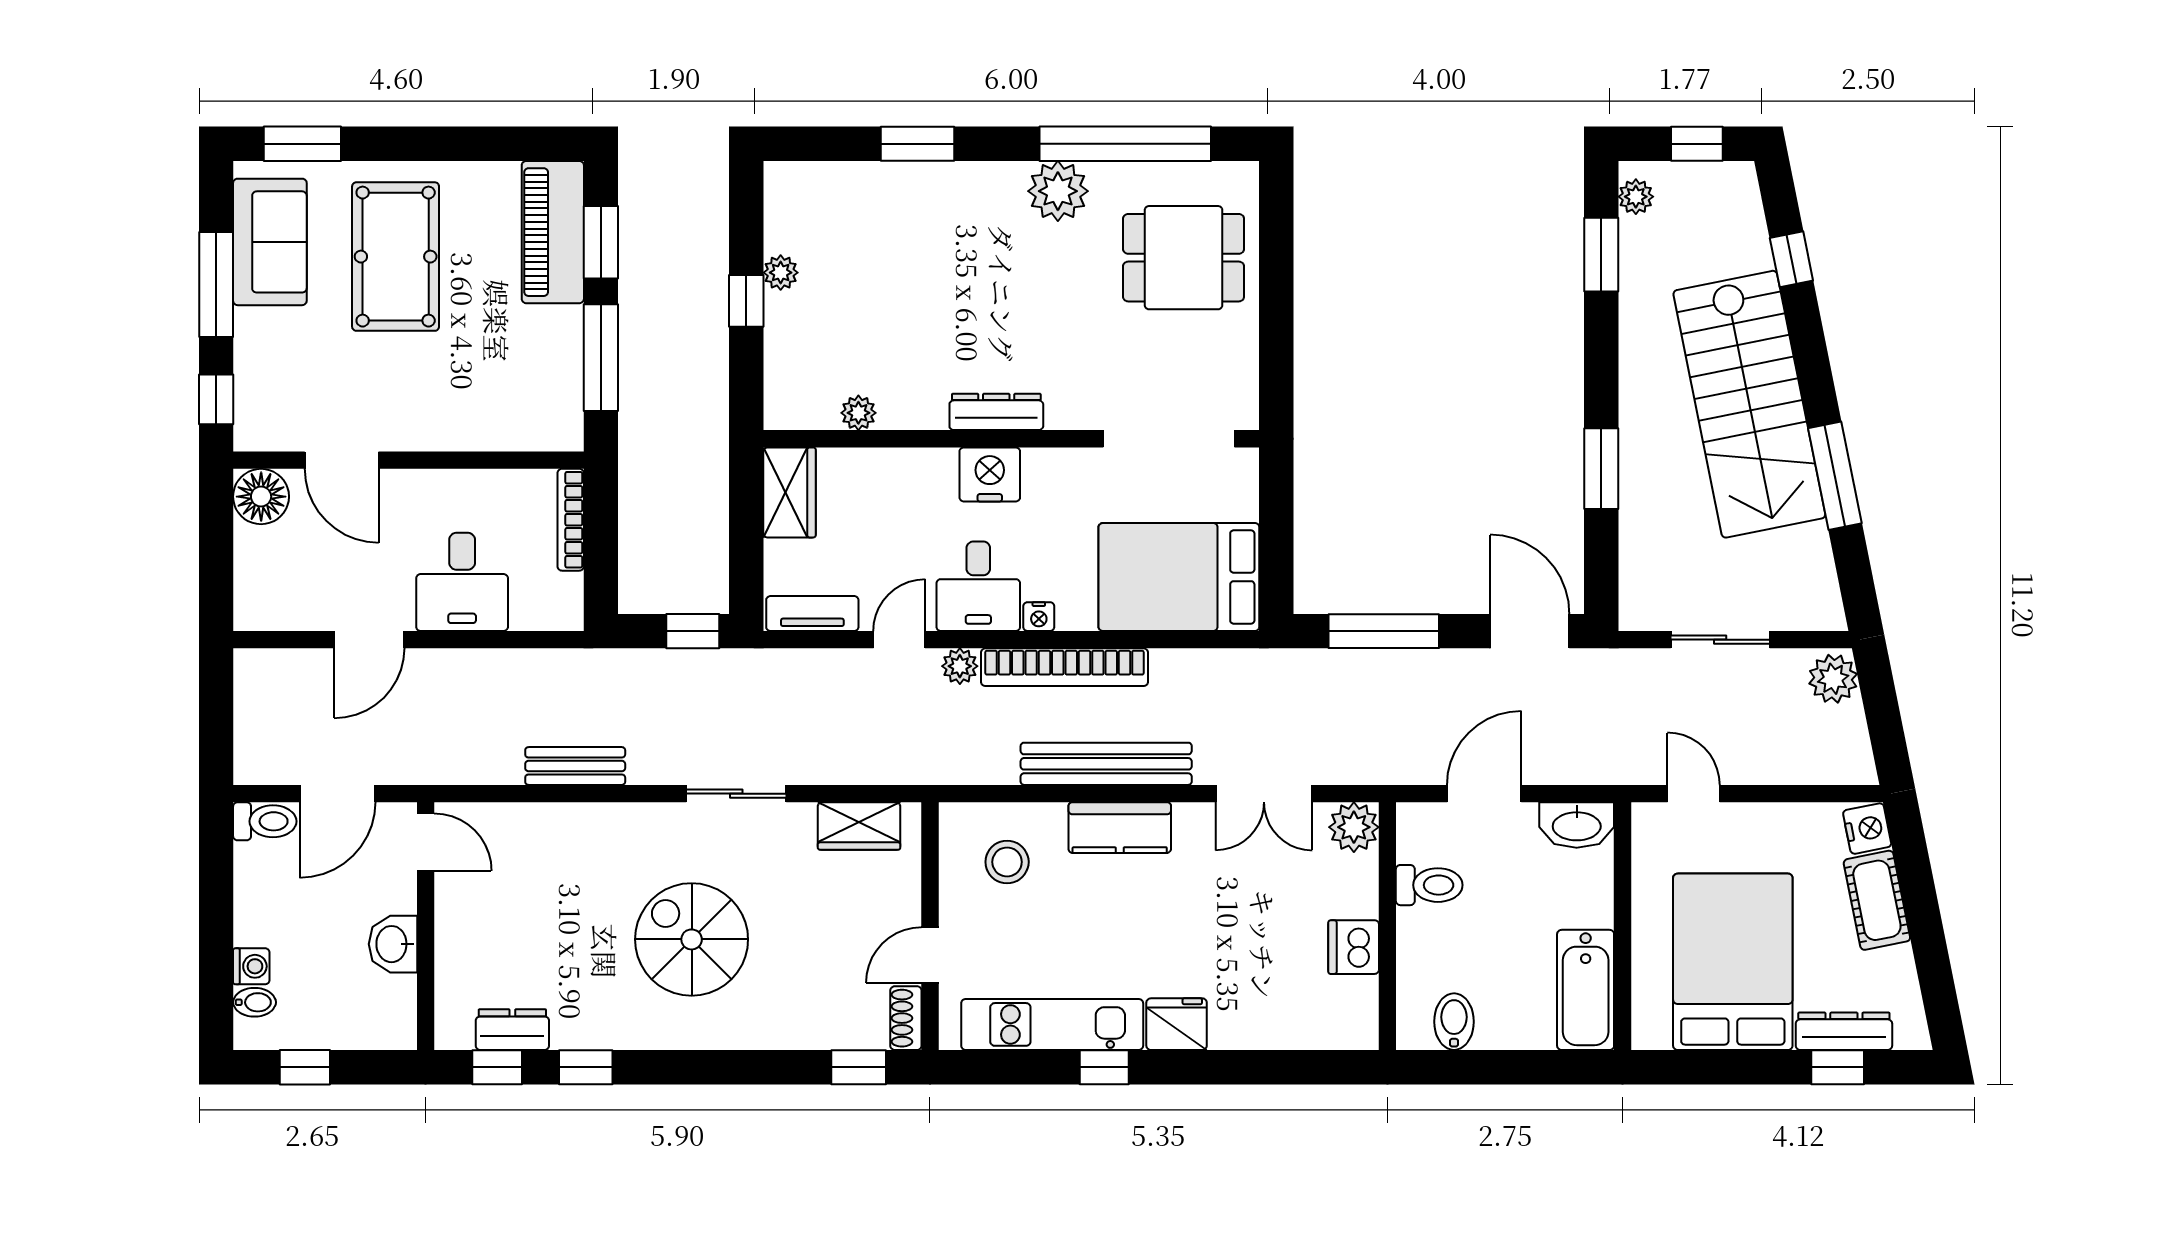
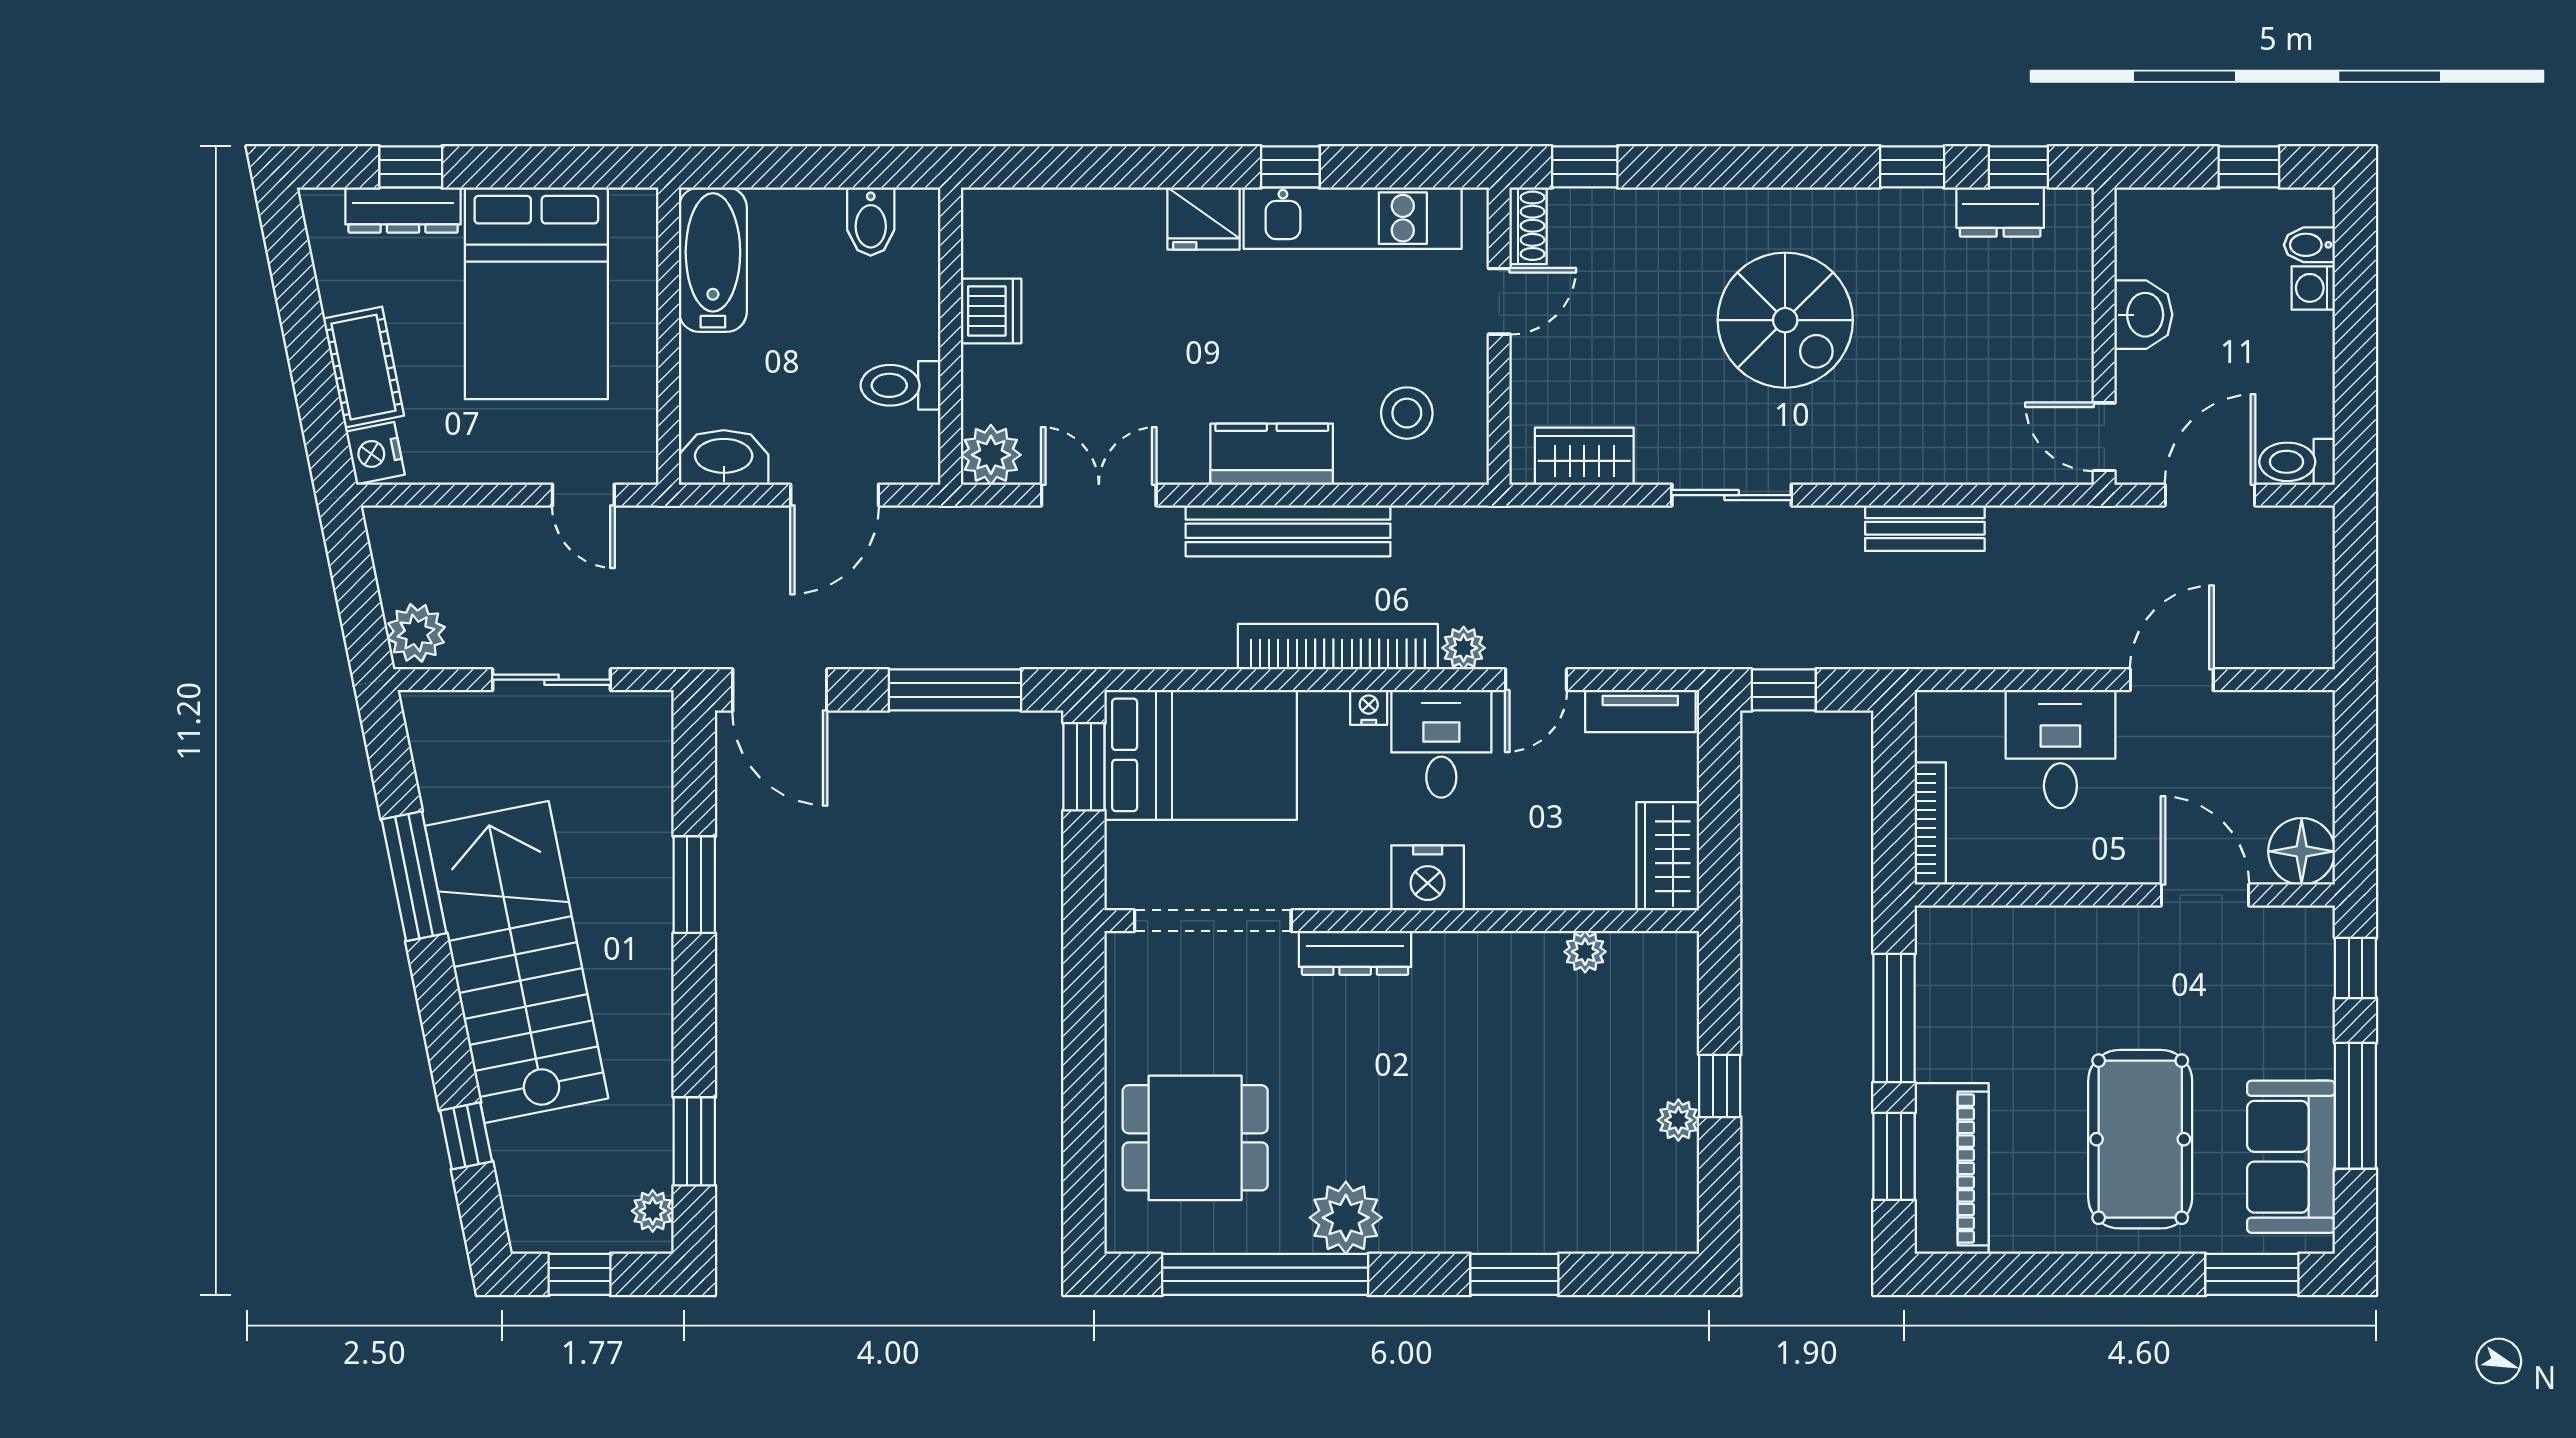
dresser: (996, 412) -> (1355, 953), moved
window: (1276, 567) -> (1084, 767), added

